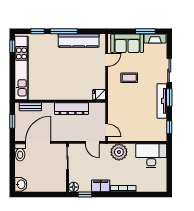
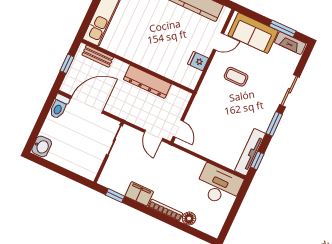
fridge: (99, 95) -> (198, 61), moved
tv unit: (162, 101) -> (250, 152), moved
plant: (119, 152) -> (181, 162), removed
floor lamp: (74, 187) -> (189, 219), moved

